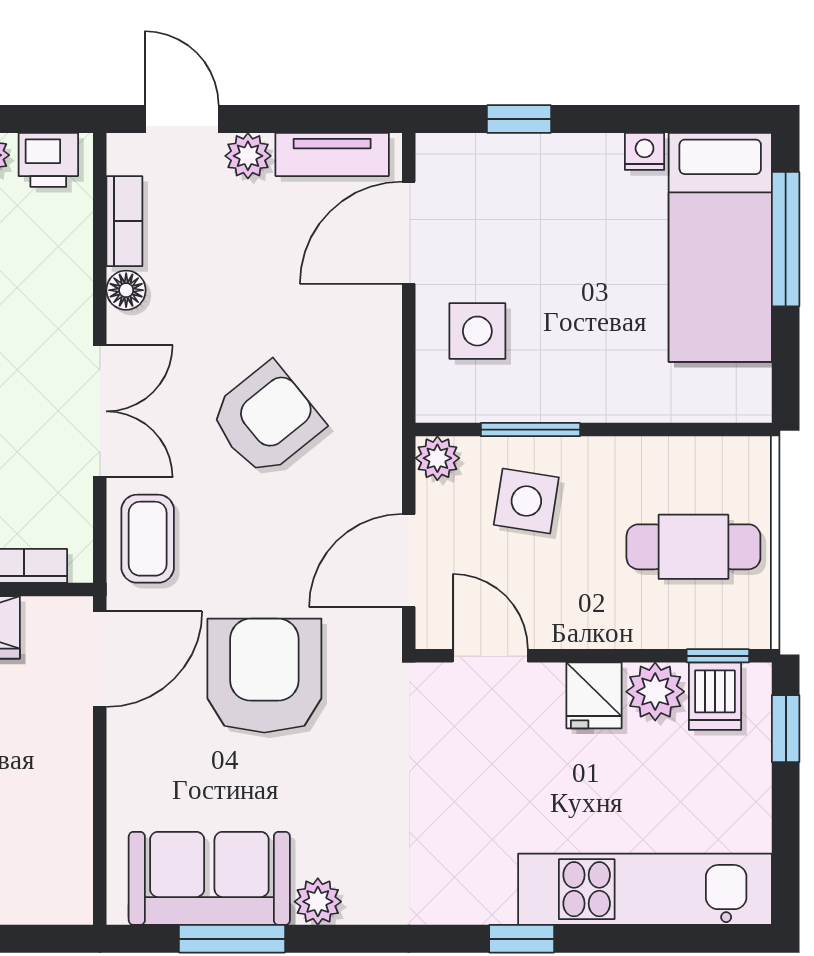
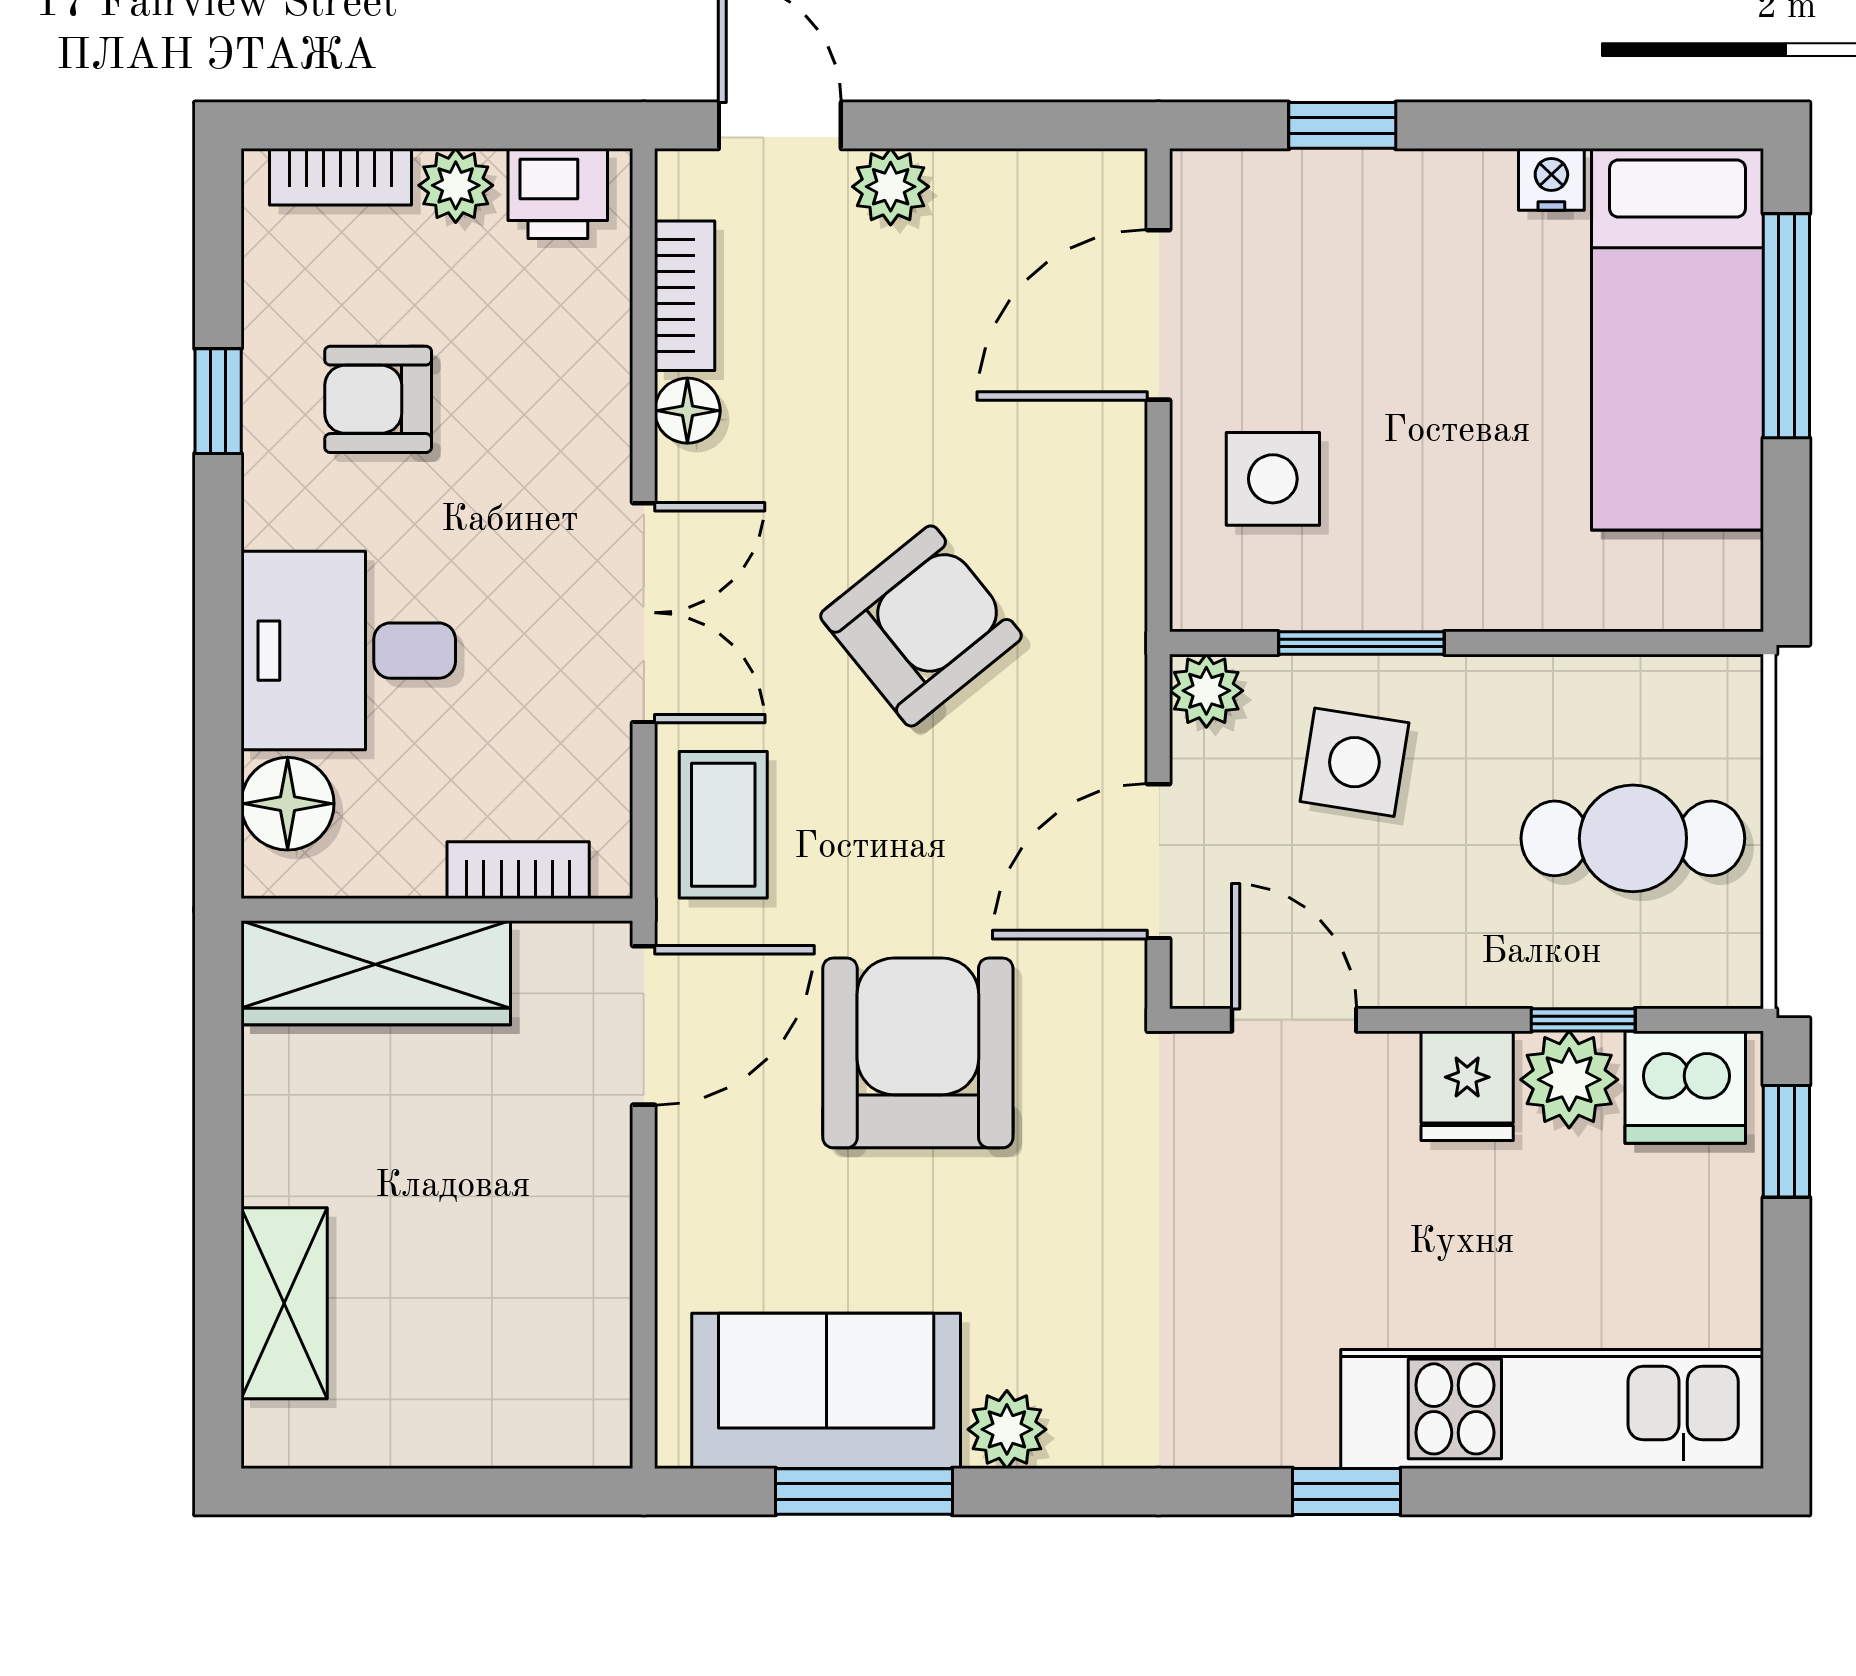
tv unit: (332, 154) -> (1031, 184), removed
window: (718, 656) -> (1583, 1020), moved
dishwasher: (715, 696) -> (1685, 1087), width x1.38

